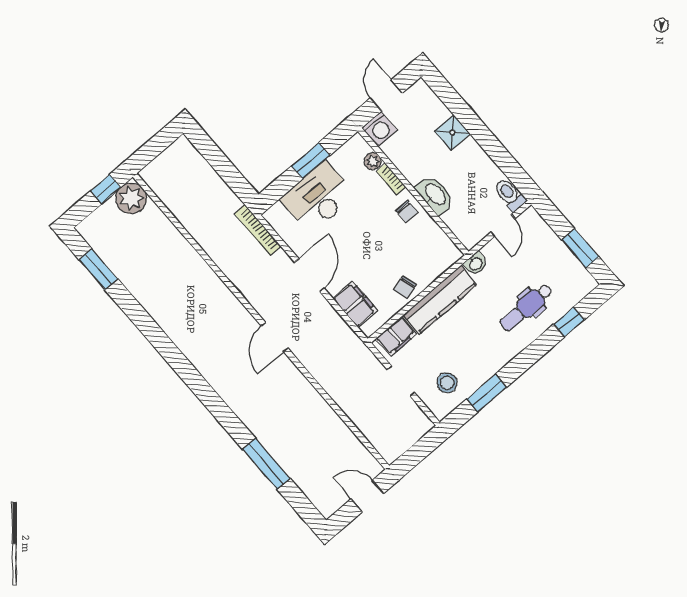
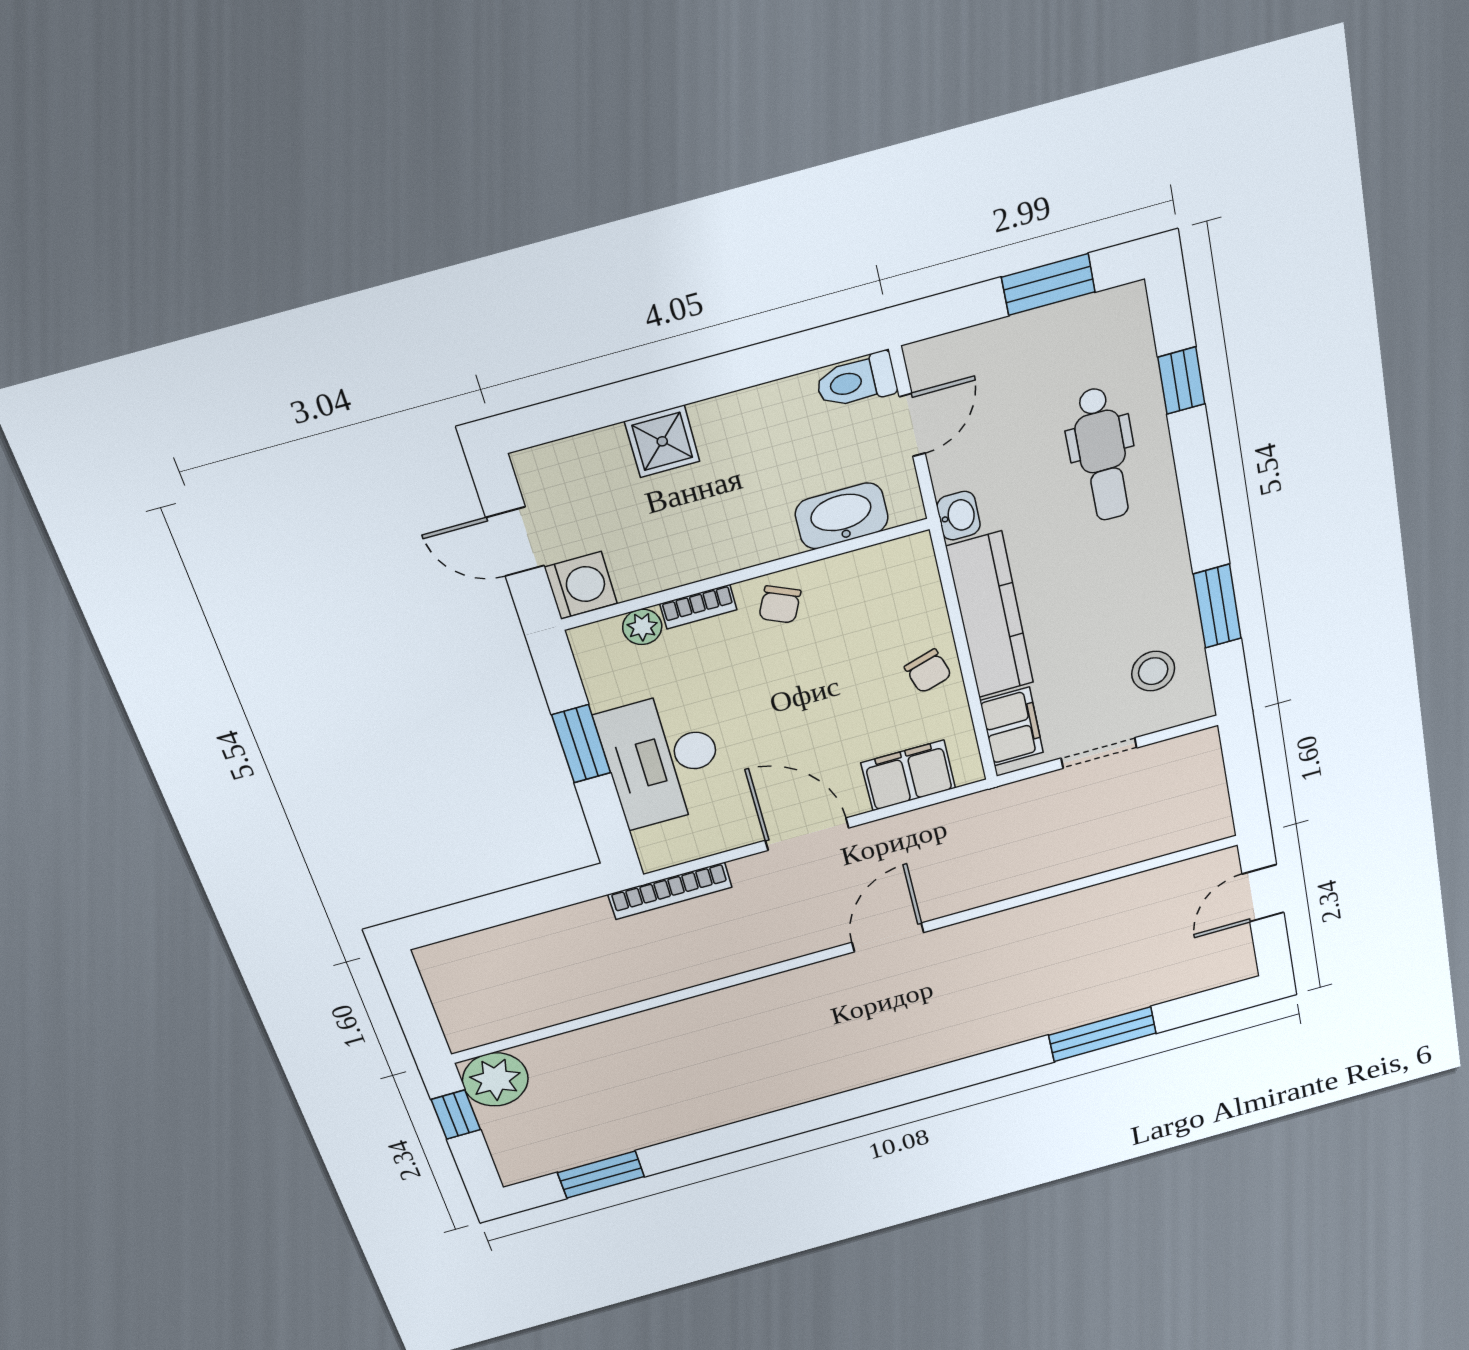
washbasin: (435, 195) -> (842, 516), moved
chair: (407, 211) -> (780, 604), turned 115
door: (503, 225) -> (912, 425), hinge flipped
door: (275, 337) -> (888, 937), swing flipped

